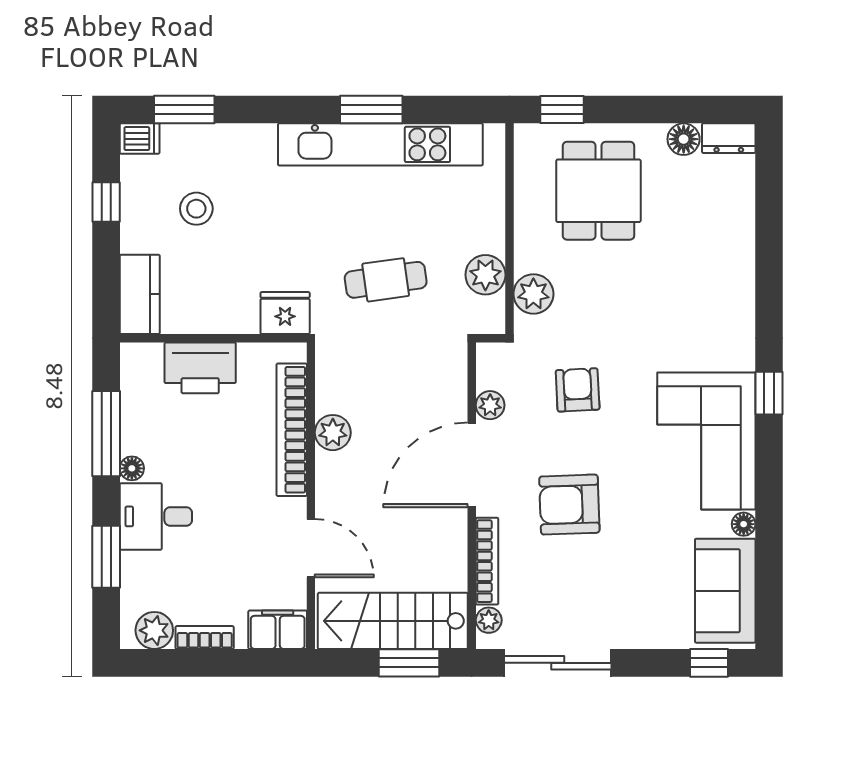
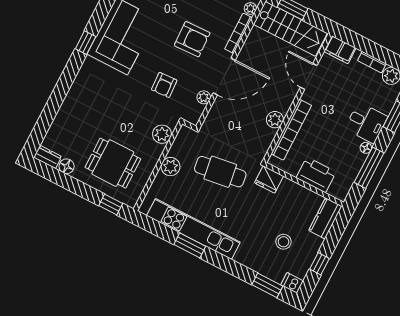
dining table: (598, 191) -> (113, 163), turned 90
plant: (485, 275) -> (170, 167), moved
cafe table: (386, 280) -> (220, 172), width x1.37, depth x1.35

